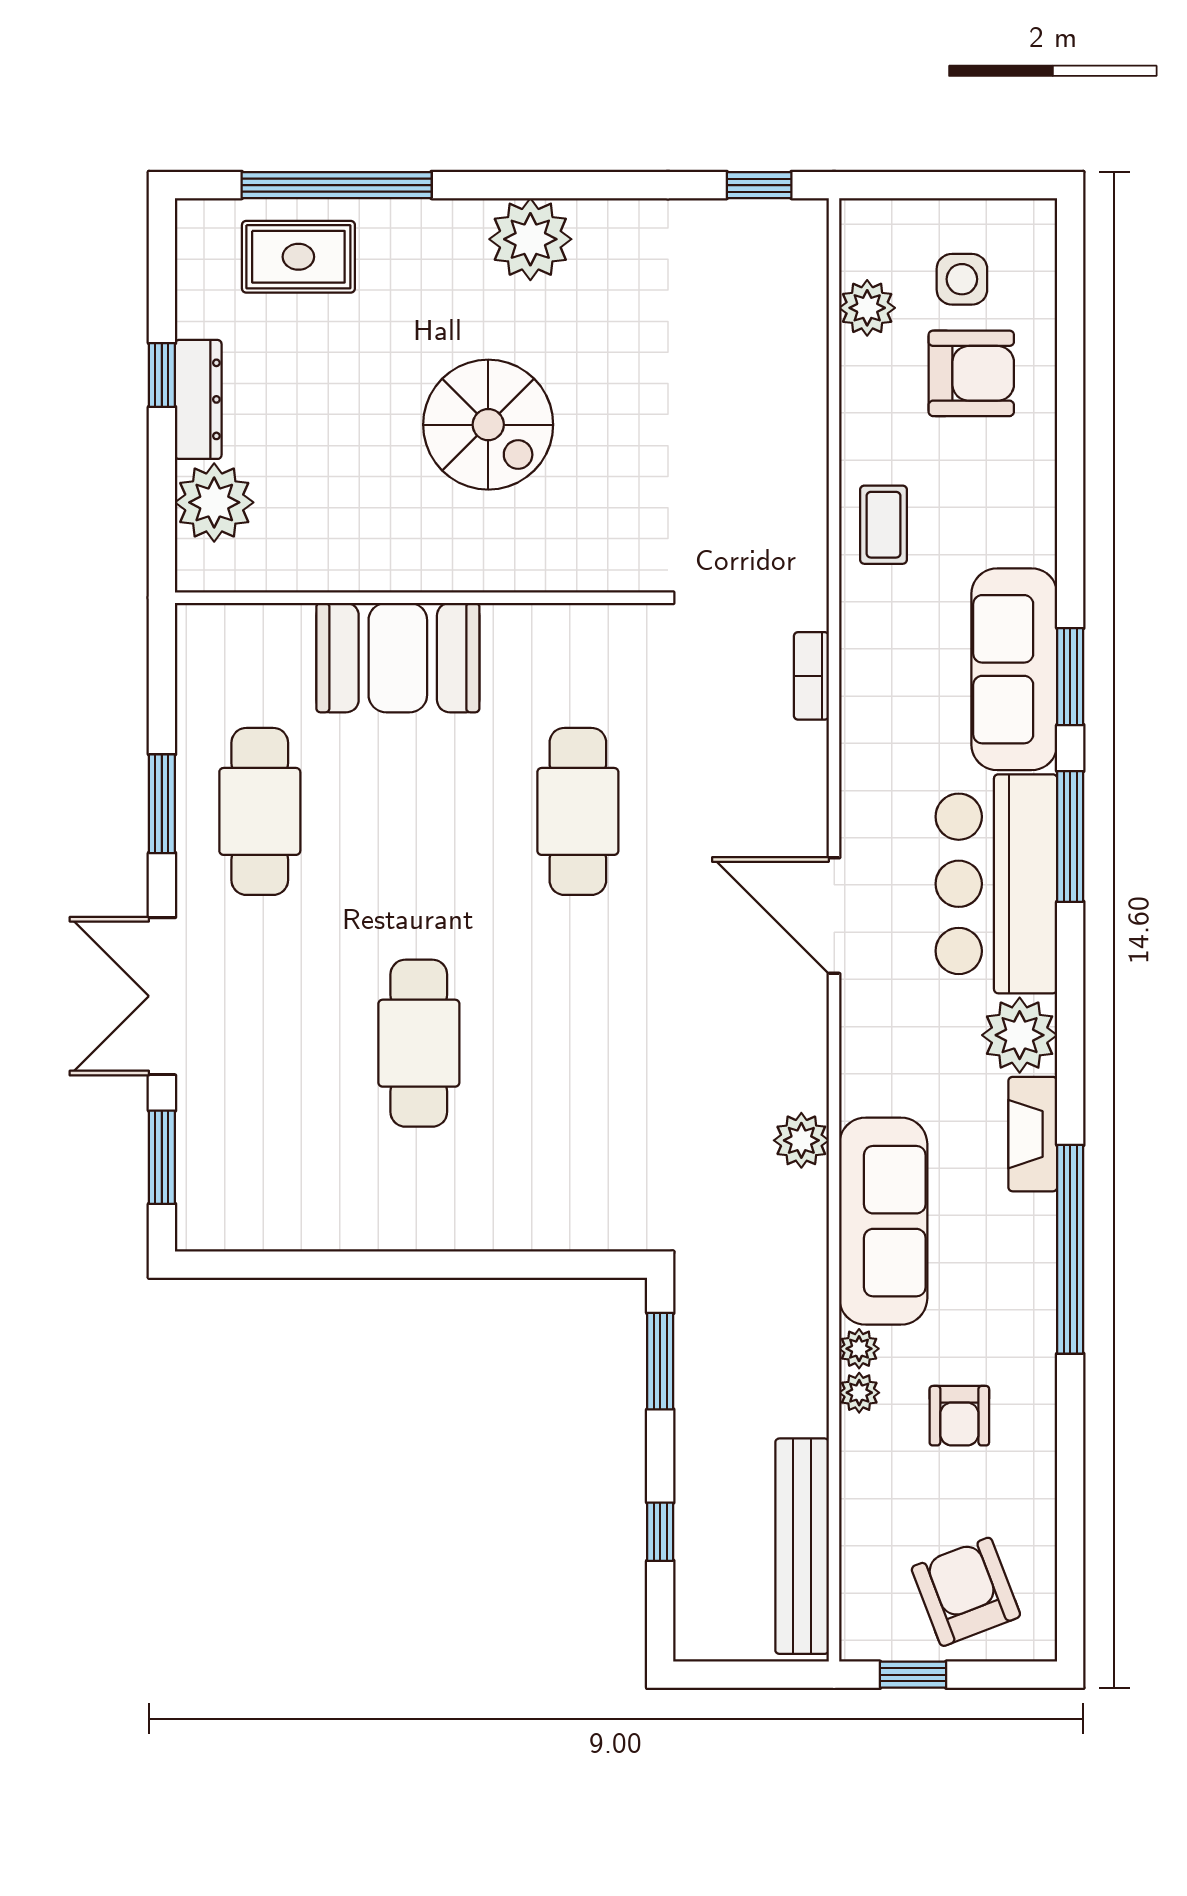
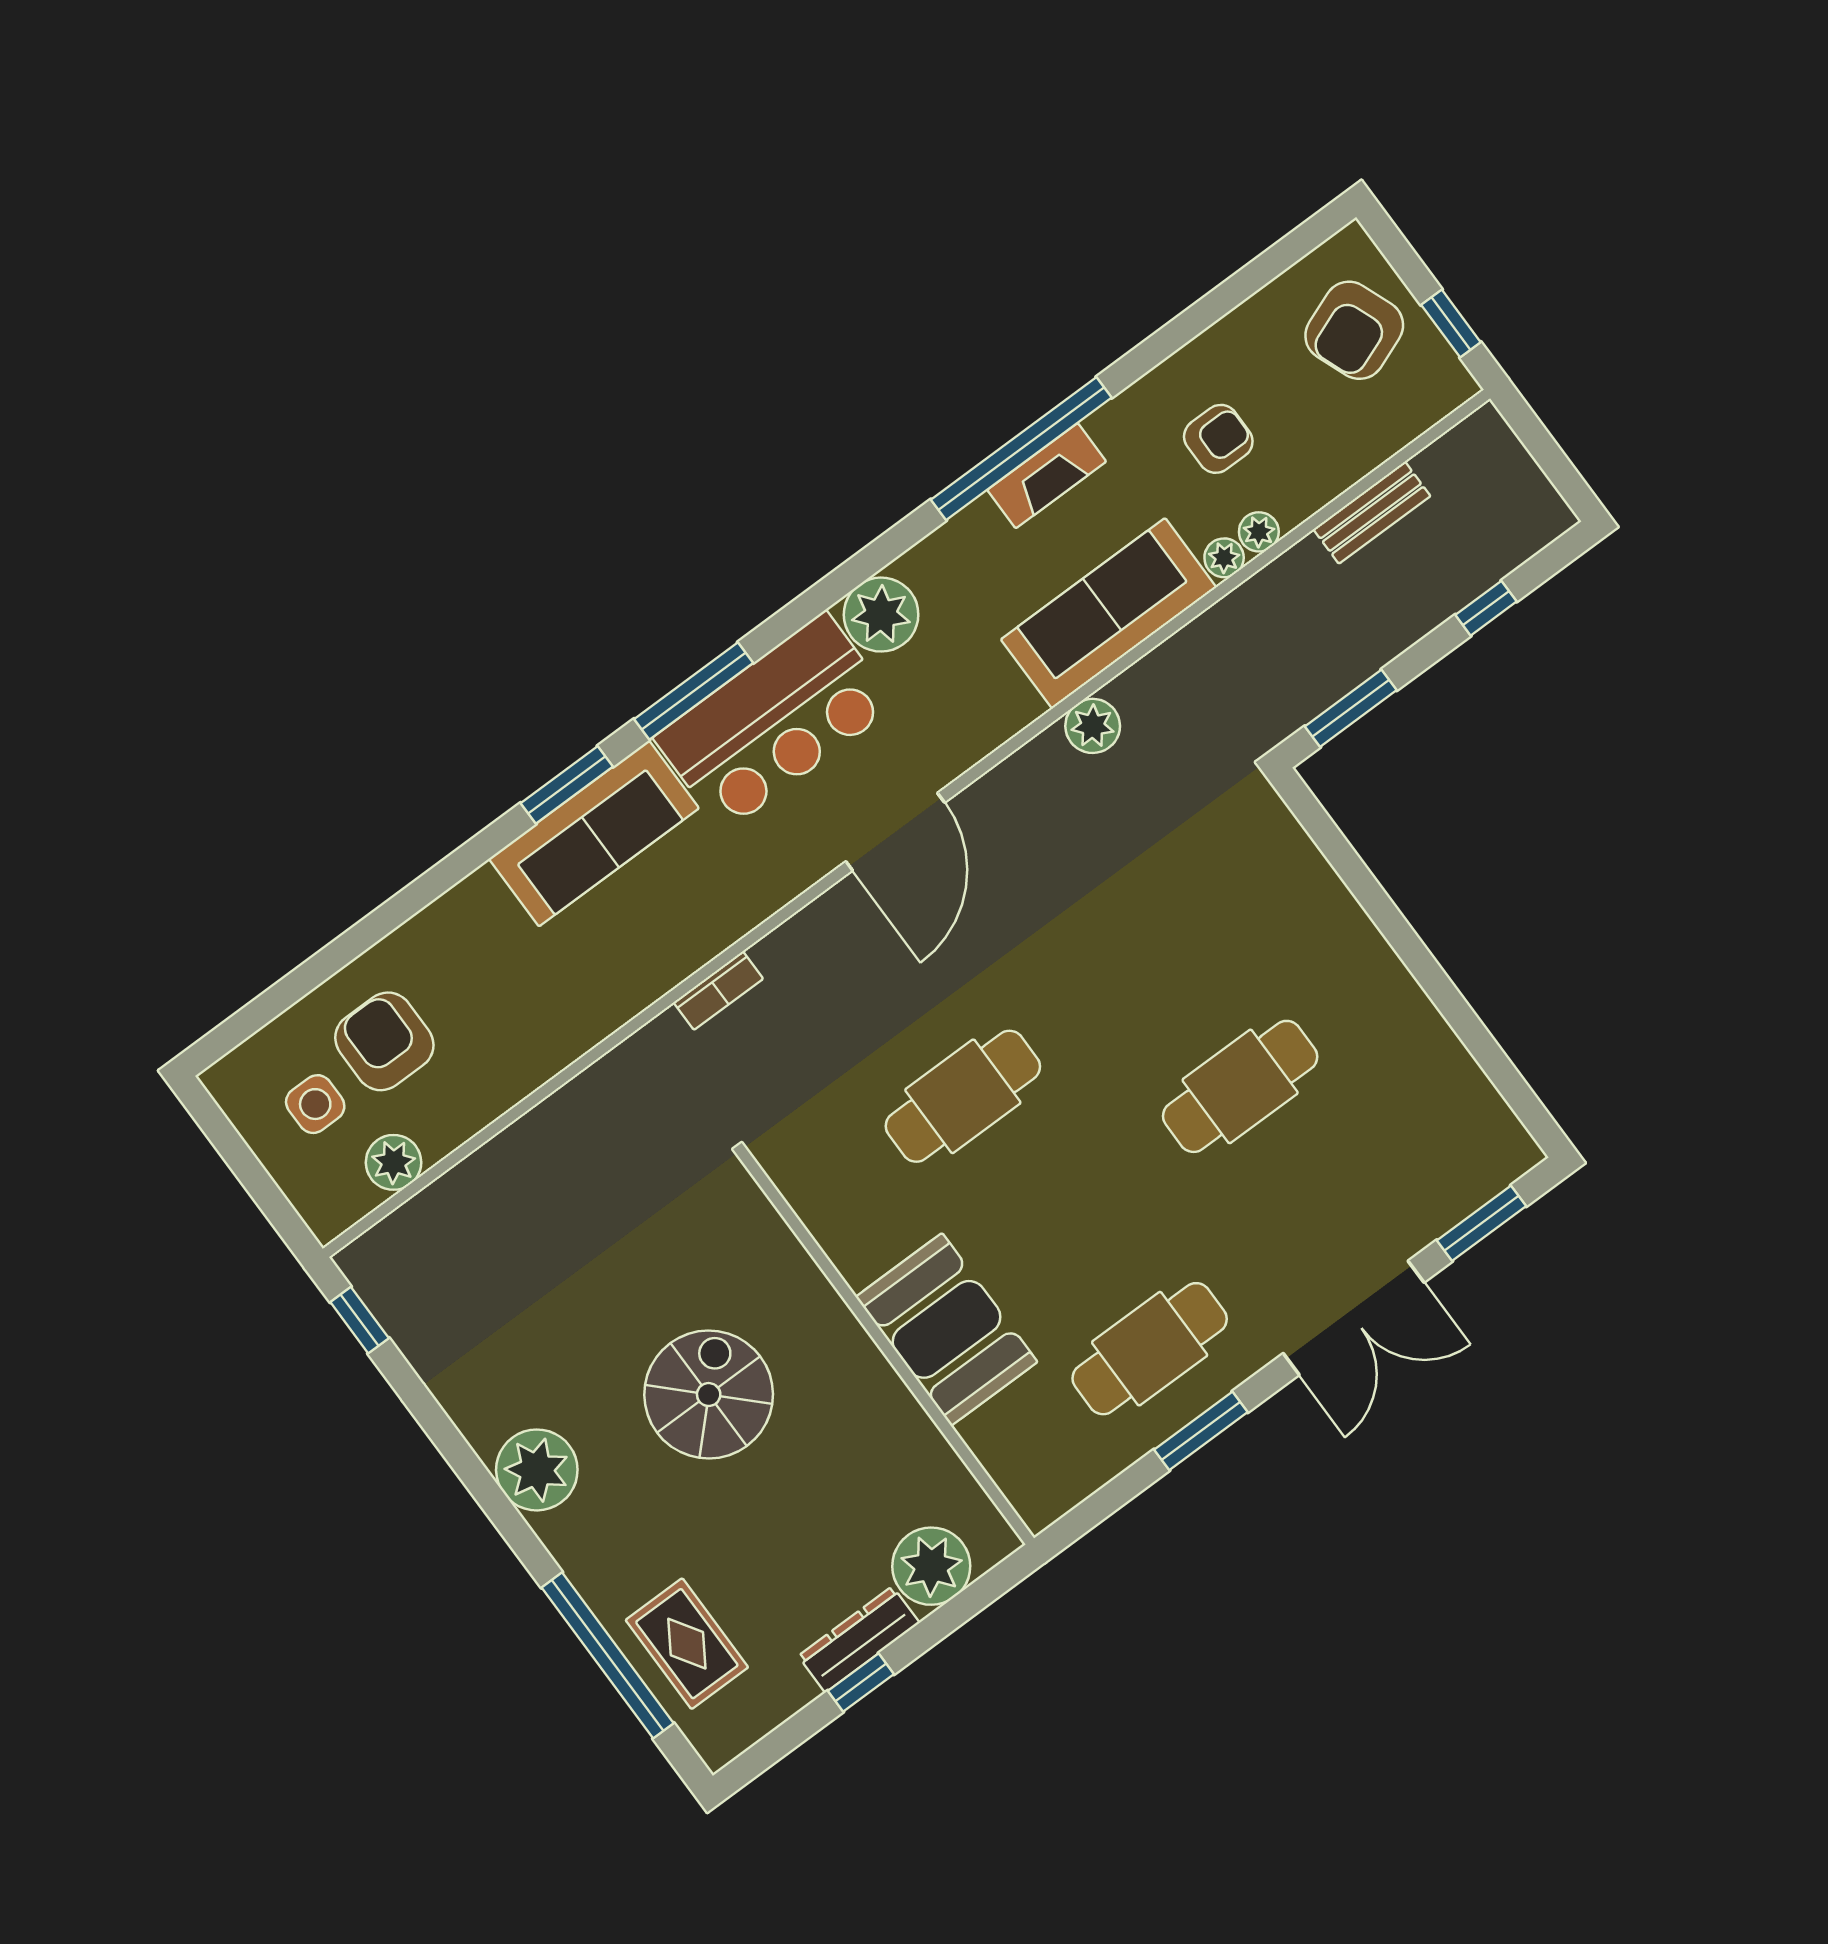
coffee table: (883, 525) -> (556, 1022), removed
fireplace: (1033, 1134) -> (1047, 476), moved
bench: (802, 1546) -> (1372, 513), width x0.54, depth x0.82

